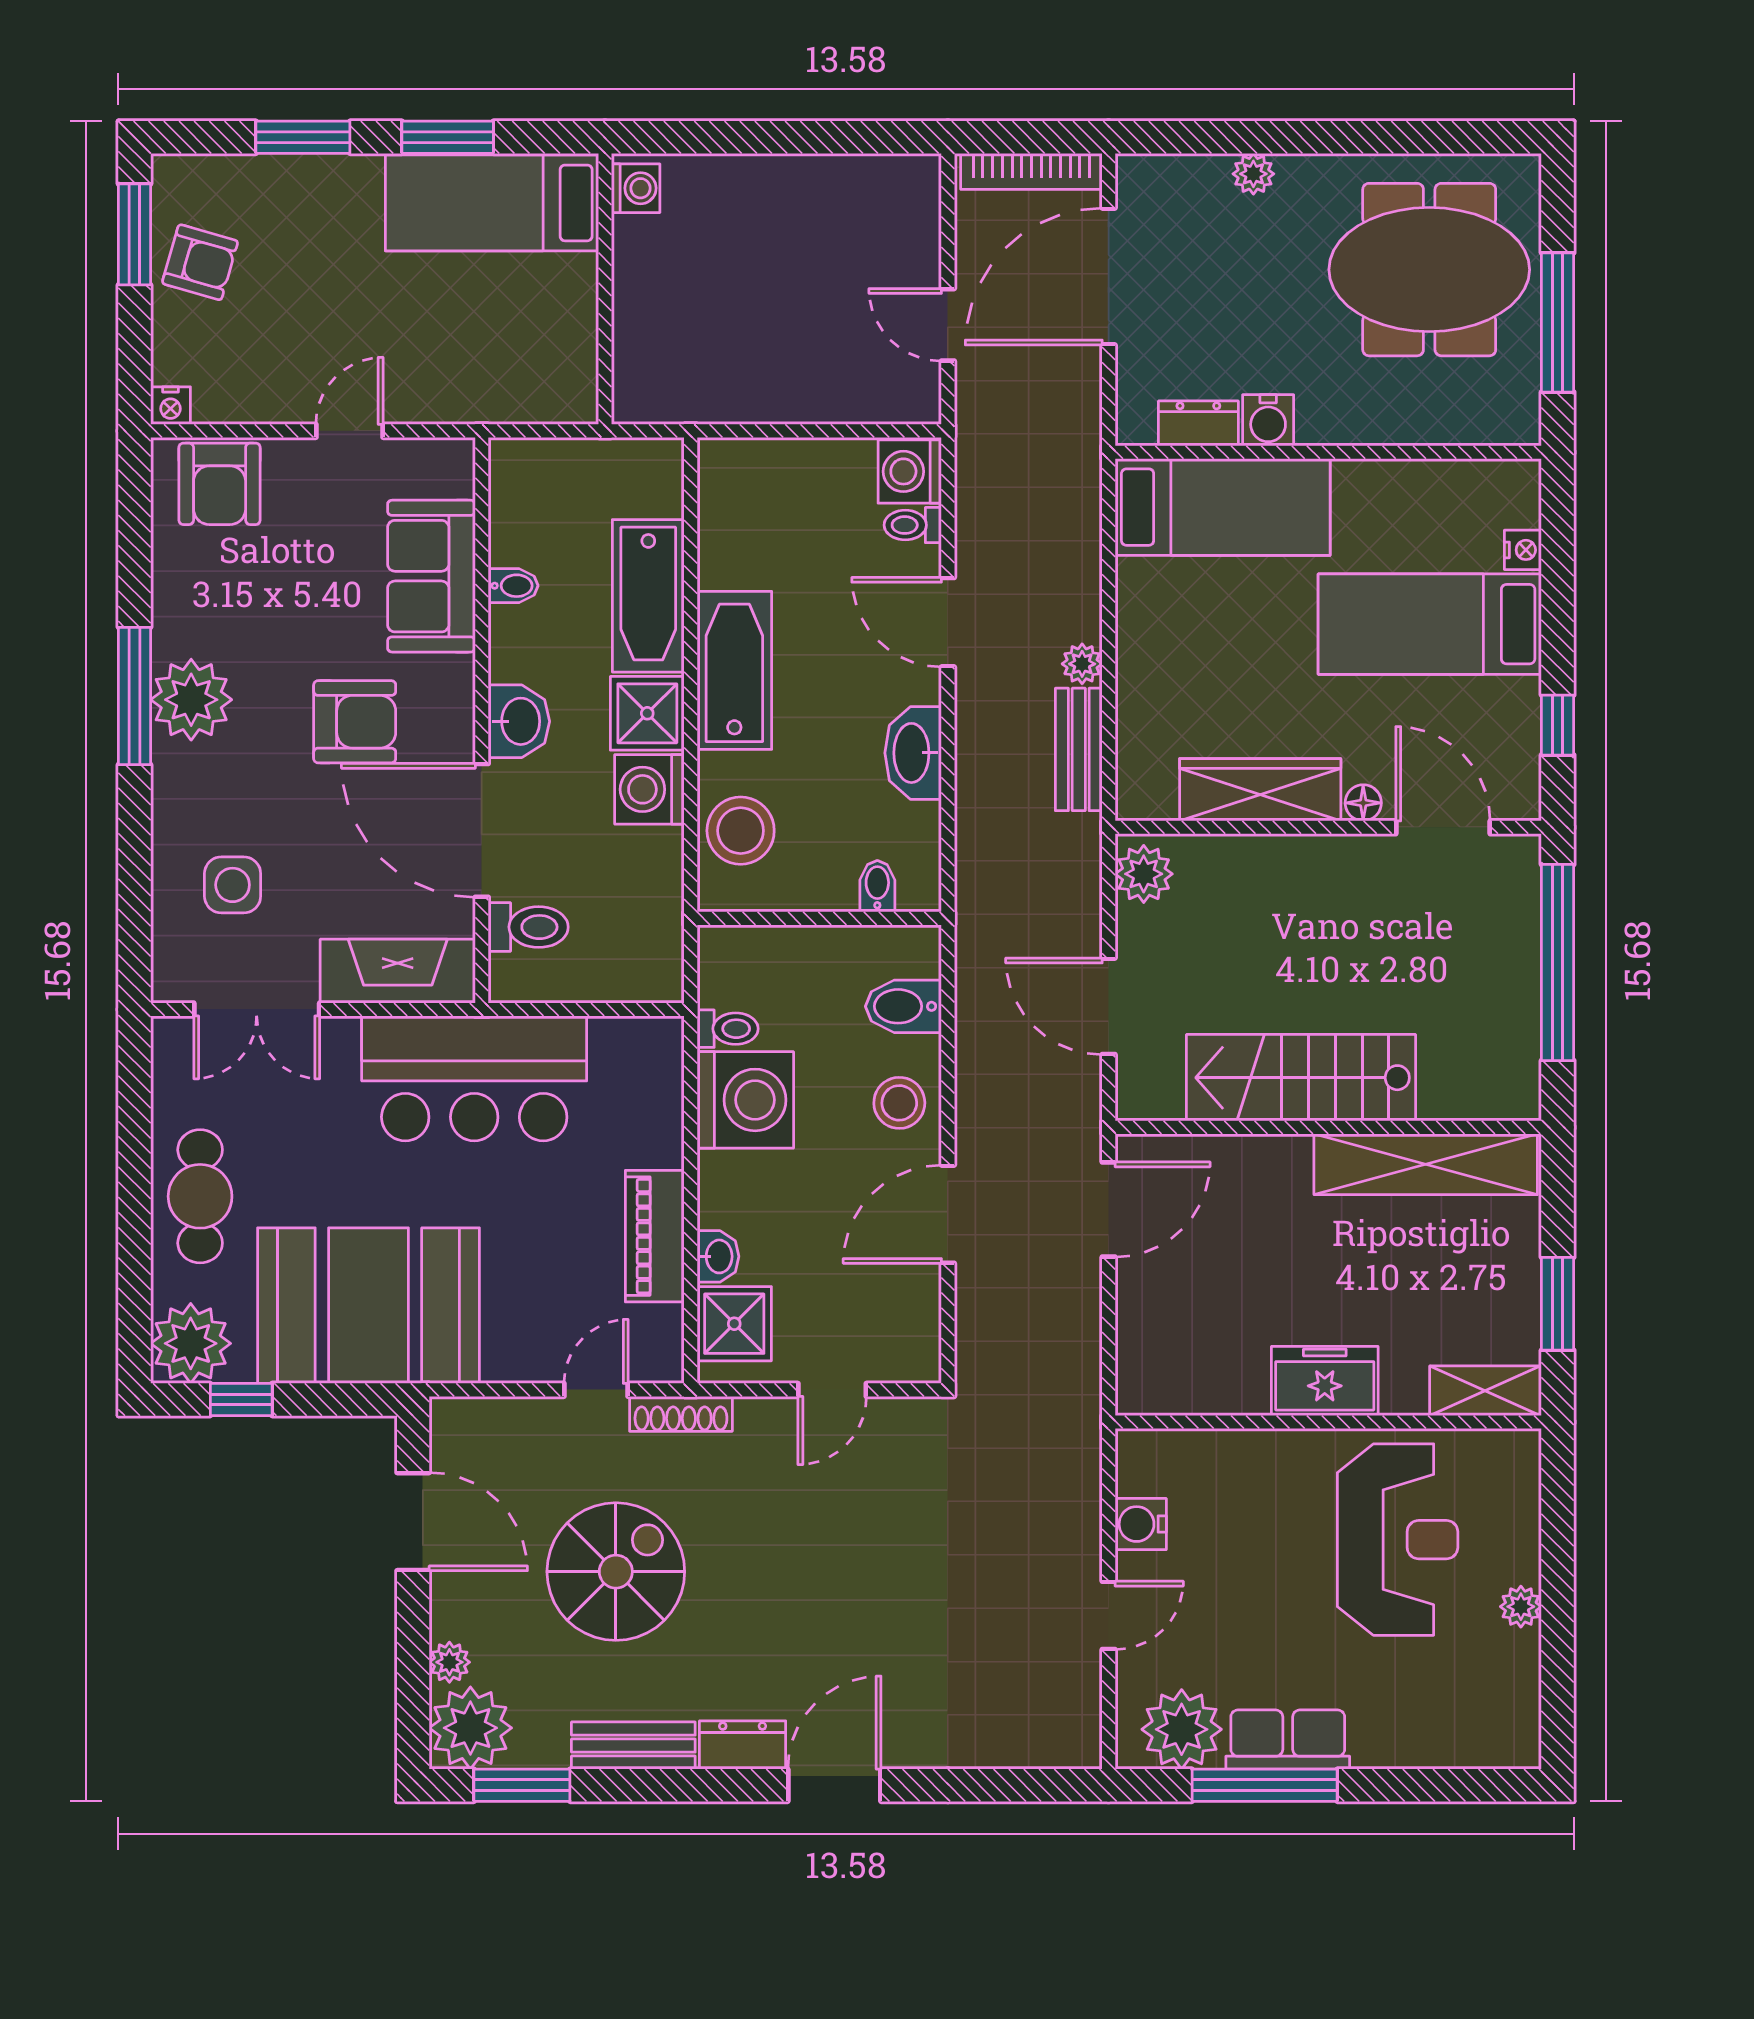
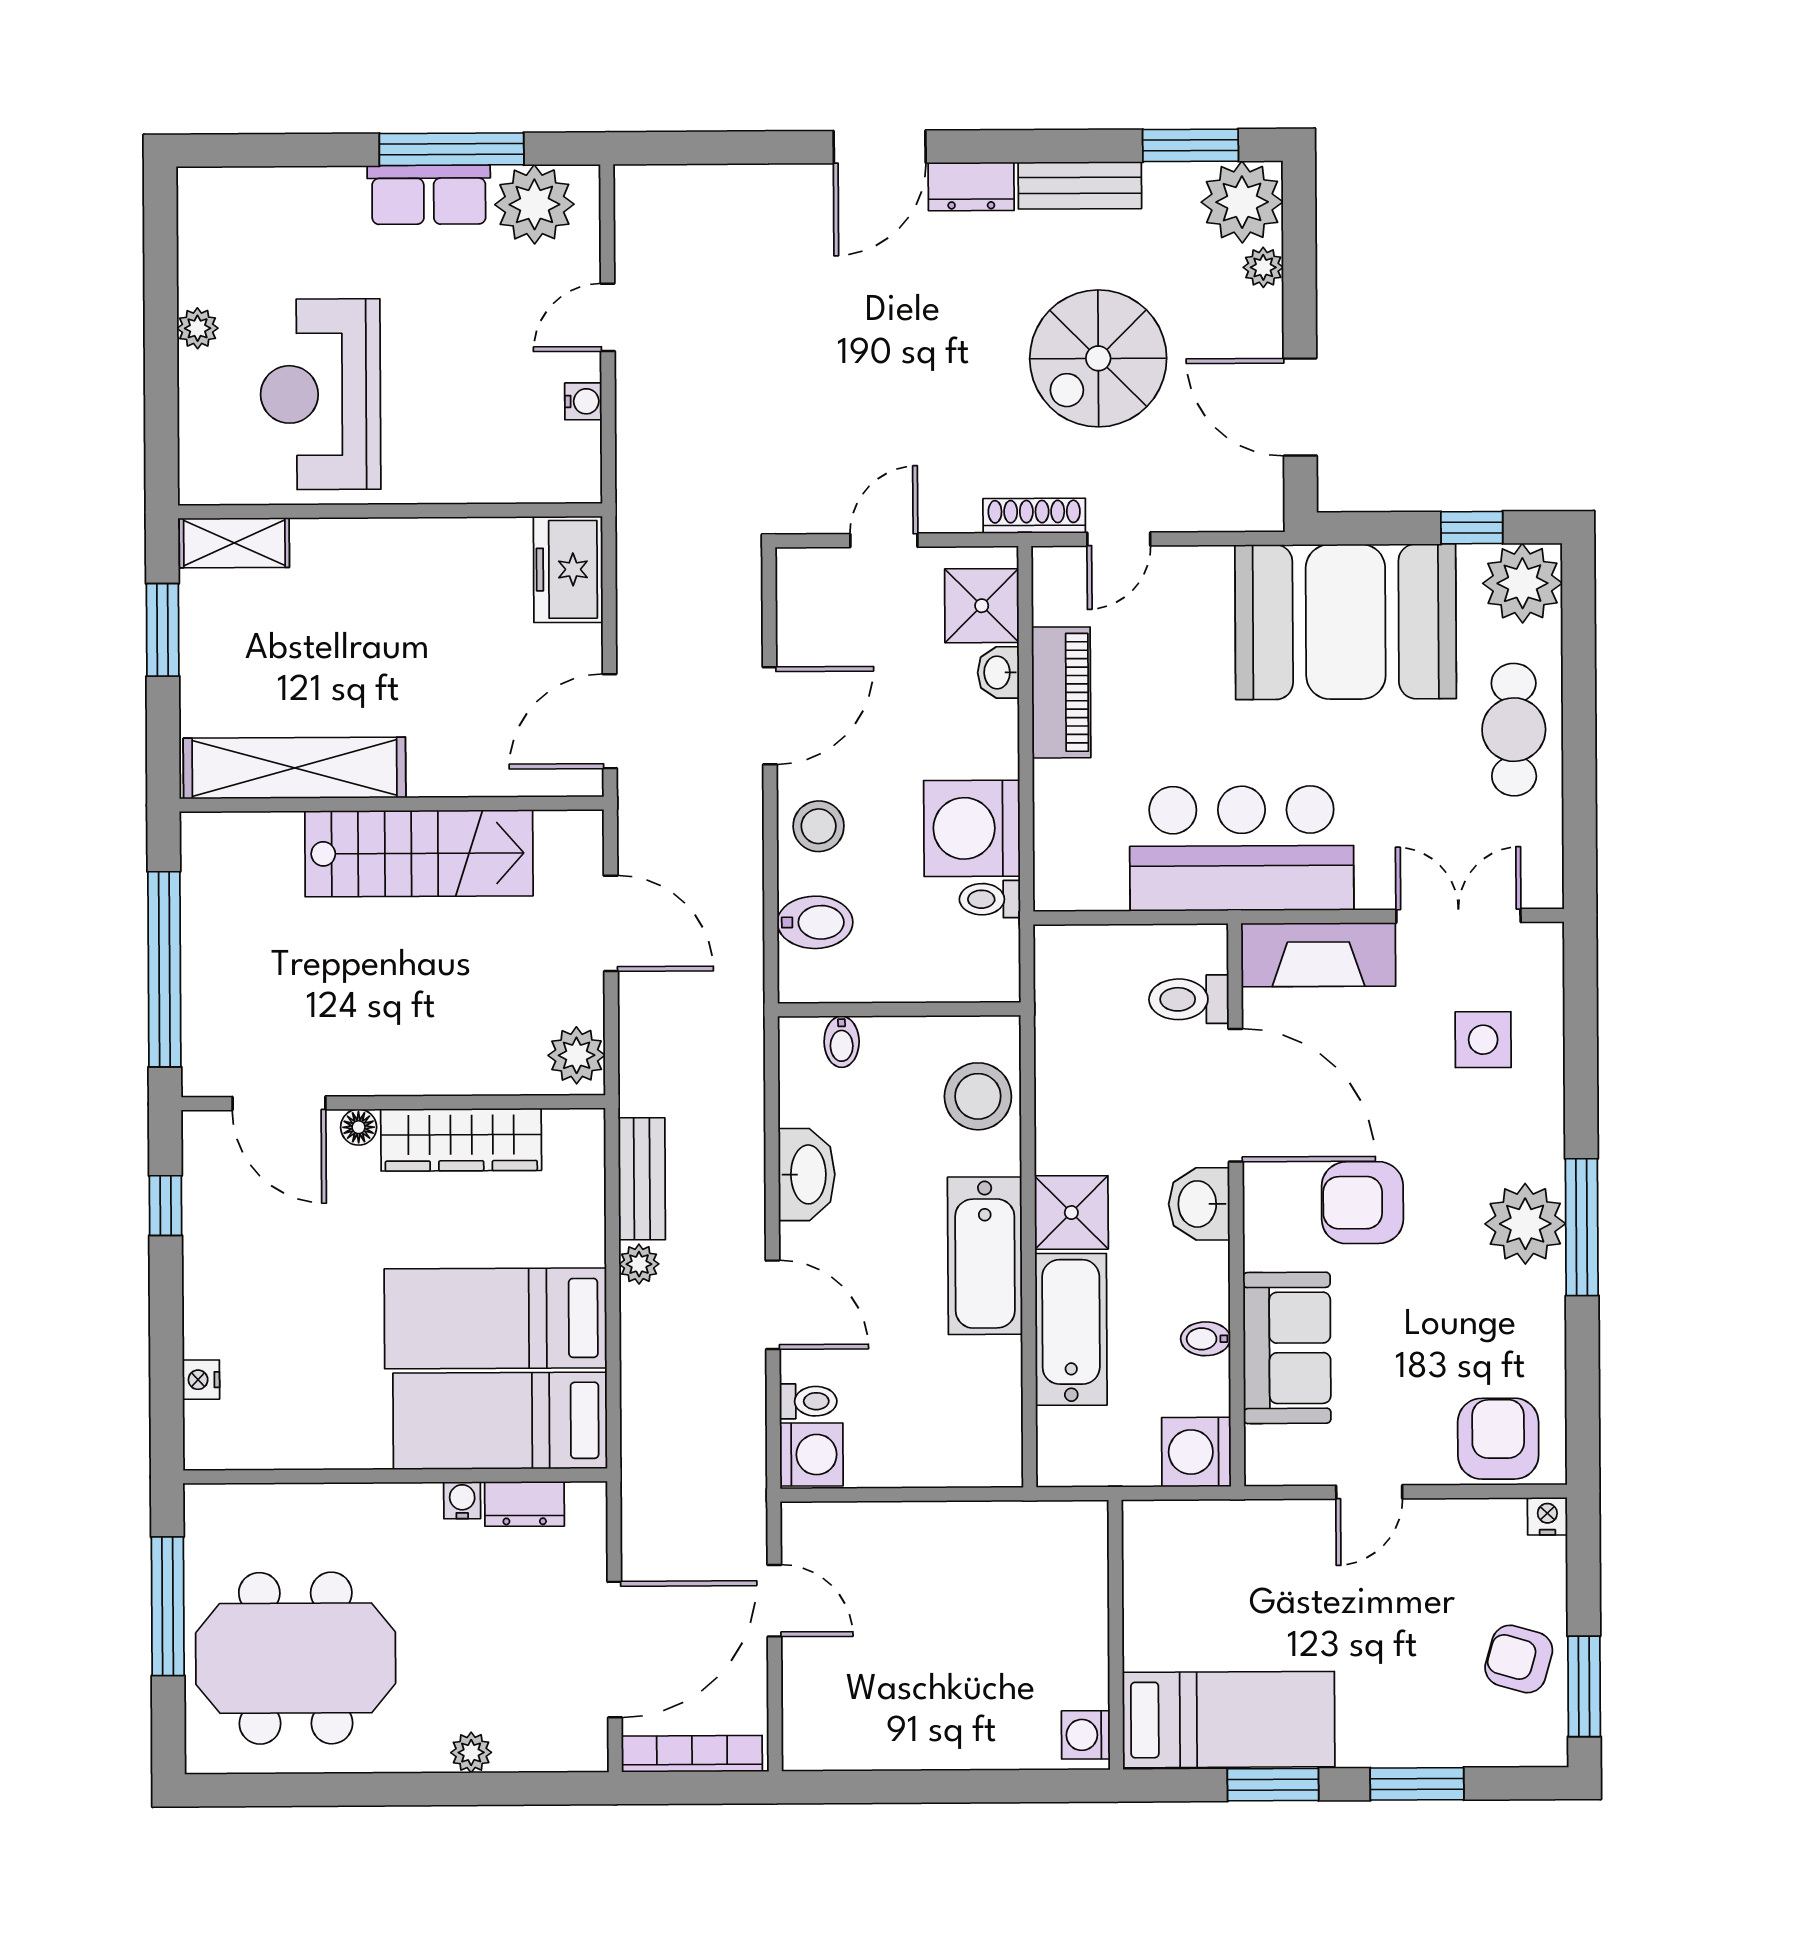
water cooler: (1268, 420) -> (462, 1500), width x0.72, depth x0.72
bed: (1430, 624) -> (495, 1318), moved, turned 180
washing machine: (649, 789) -> (1196, 1452), moved, turned 180
freezer: (1325, 1381) -> (568, 569), moved, turned 90
water cooler: (1141, 1524) -> (583, 401), width x0.72, depth x0.72

